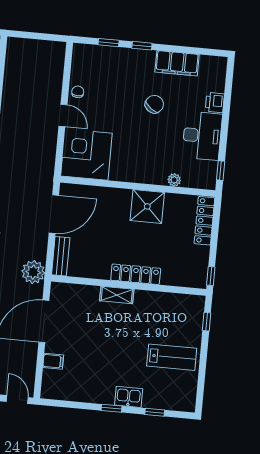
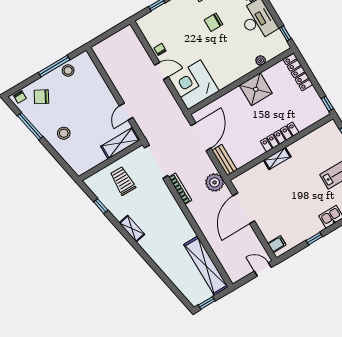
chair: (154, 104) -> (214, 22), turned -127
filing cabinet: (53, 361) -> (277, 244), moved
window: (111, 408) -> (314, 239), moved

